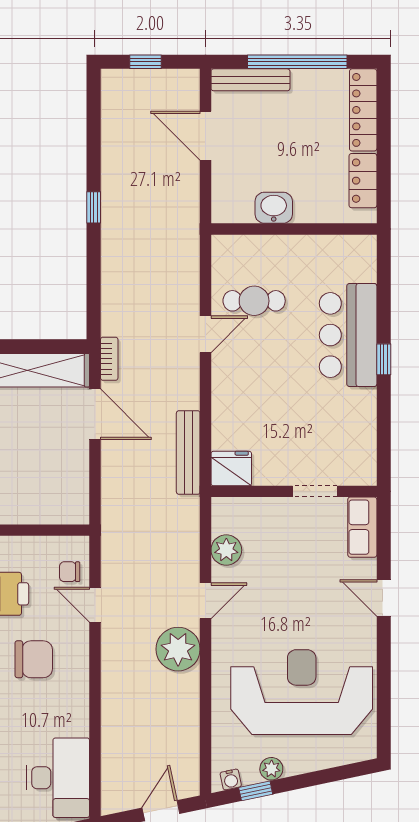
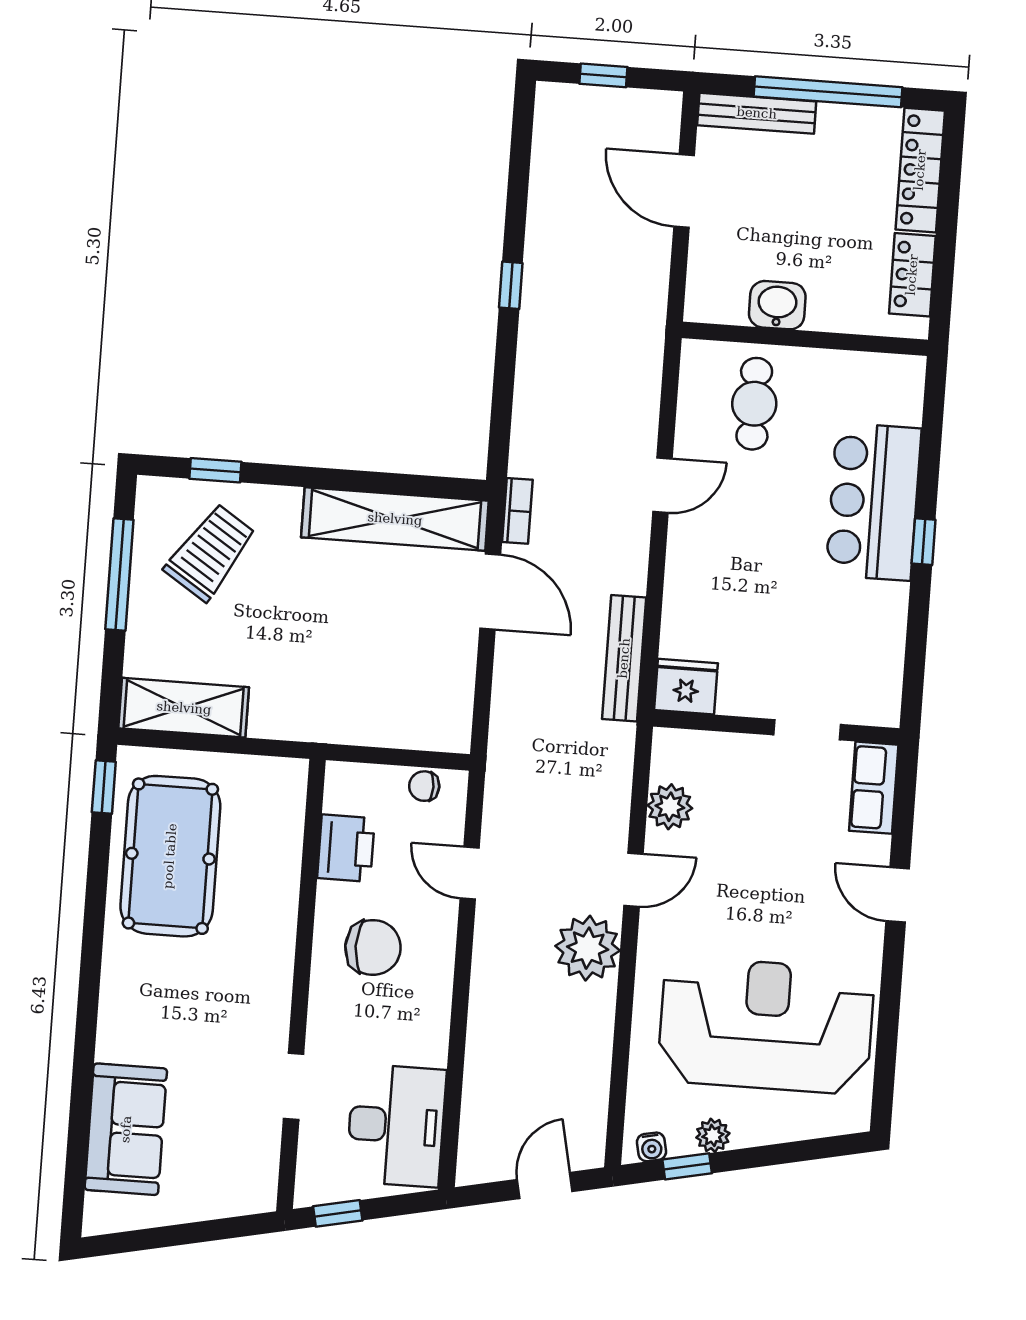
cafe table: (254, 301) -> (754, 404), moved, turned 90
chair: (70, 572) -> (424, 786), moved

